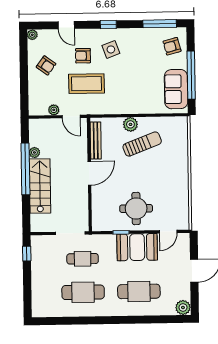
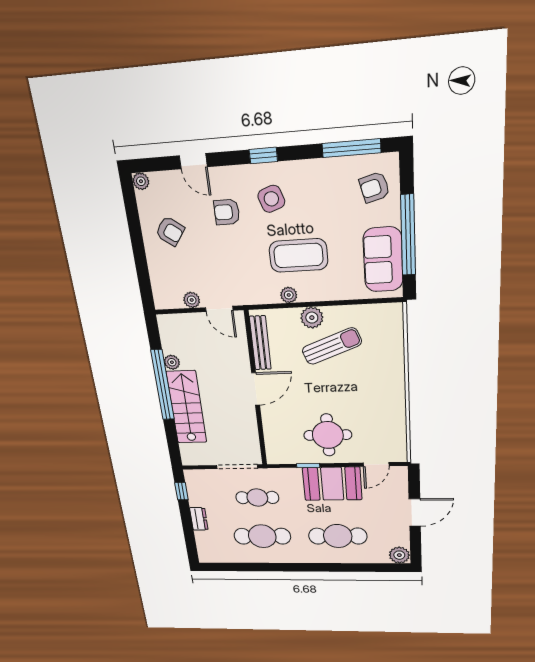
coffee table: (87, 84) -> (298, 256), moved
plant: (117, 109) -> (289, 295), added
dresser: (37, 277) -> (199, 519), added

